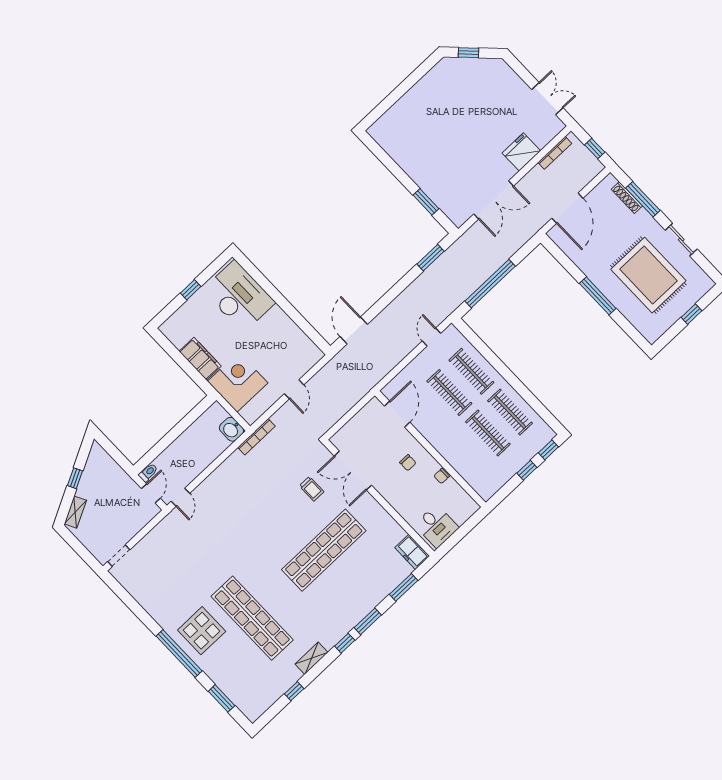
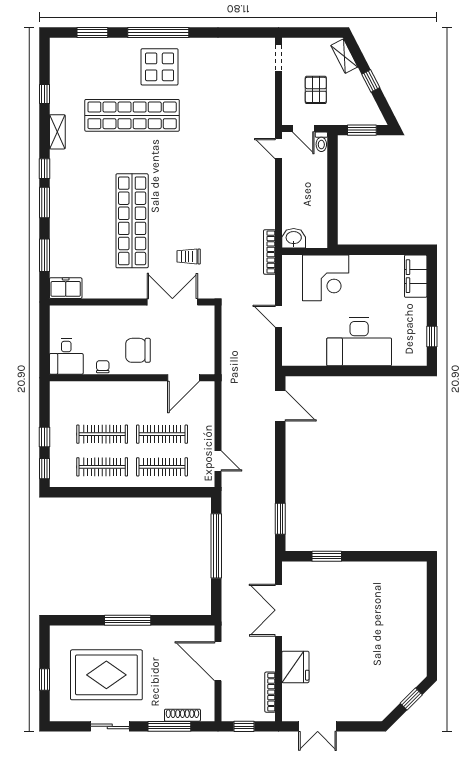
window: (191, 290) -> (432, 336), moved
desk: (239, 296) -> (359, 342), moved
filing cabinet: (200, 359) -> (416, 276), moved, turned 90
door: (397, 414) -> (183, 378), hinge flipped
window: (114, 452) -> (362, 130), added
chair: (408, 463) -> (138, 350), width x1.87, depth x1.87
pallet: (117, 510) -> (316, 90), added
desk: (437, 526) -> (66, 356), moved, turned -90

